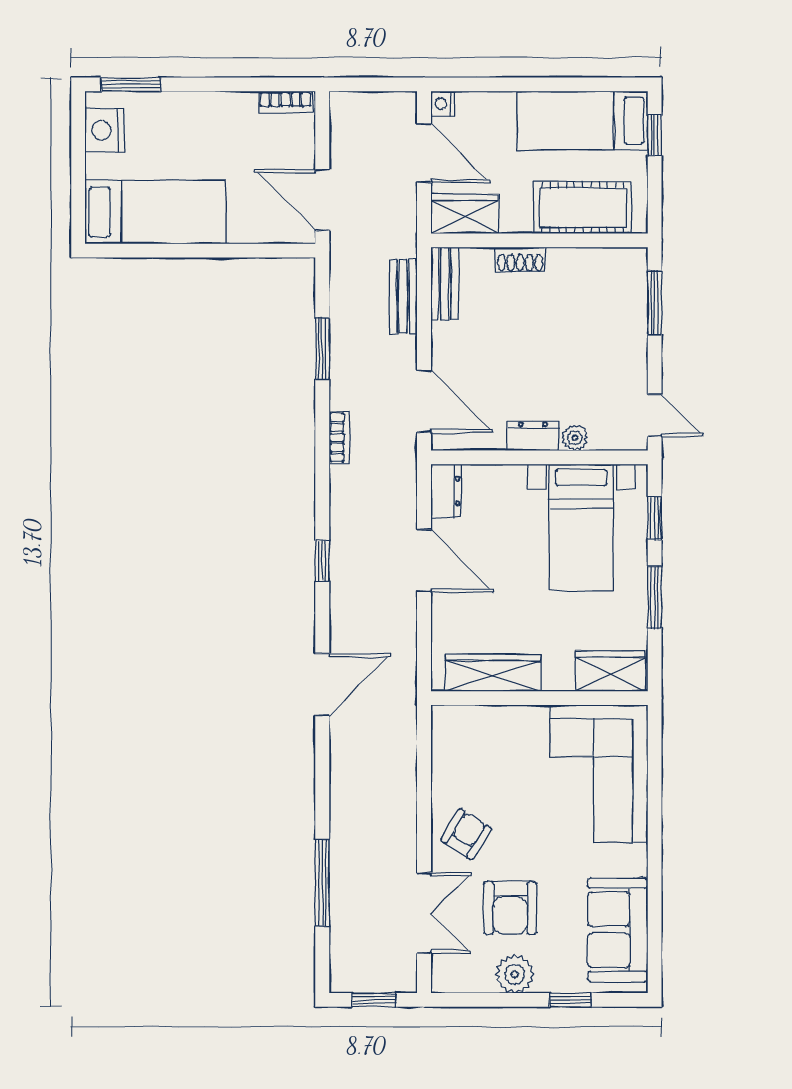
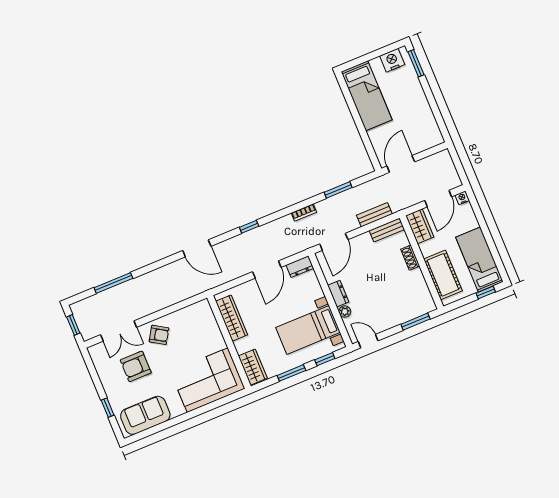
bookcase: (286, 102) -> (436, 131), removed
door: (655, 415) -> (368, 341), swing flipped
plant: (515, 974) -> (109, 380), removed

